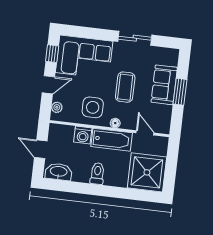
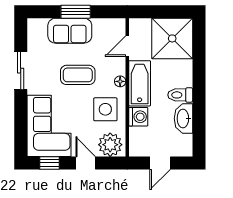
plant: (57, 107) -> (110, 145), width x1.88, depth x1.88
washbasin: (59, 172) -> (183, 119), moved

